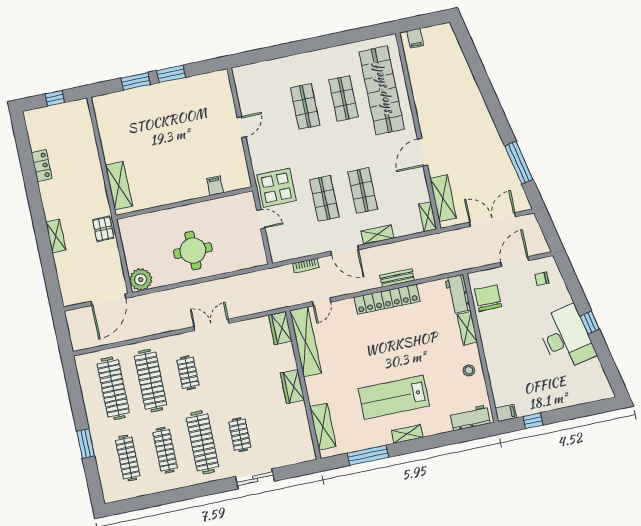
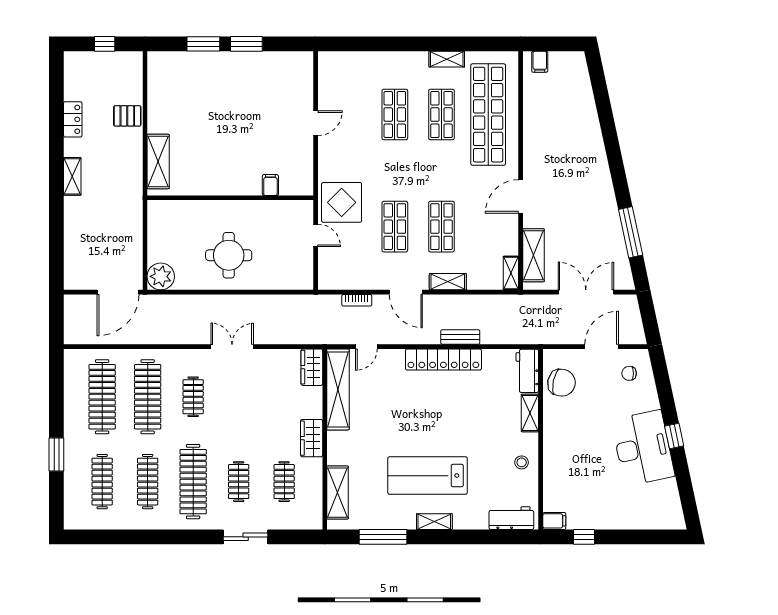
shelving: (338, 52) -> (447, 59), added
pallet: (103, 229) -> (127, 116), moved, turned 90
shelving: (56, 236) -> (72, 176), moved
chair: (488, 298) -> (562, 383), turned 102
clothes rail: (277, 427) -> (284, 482), added

